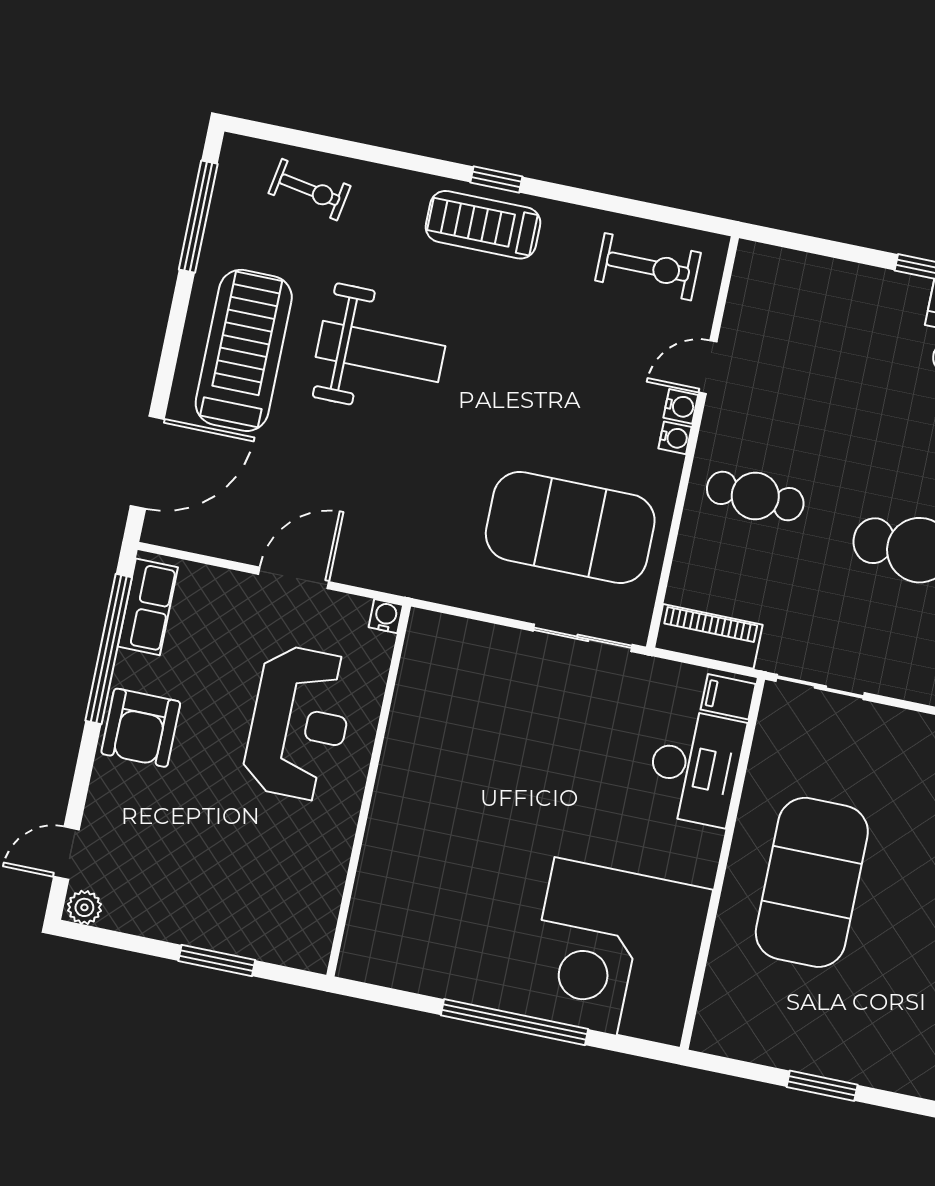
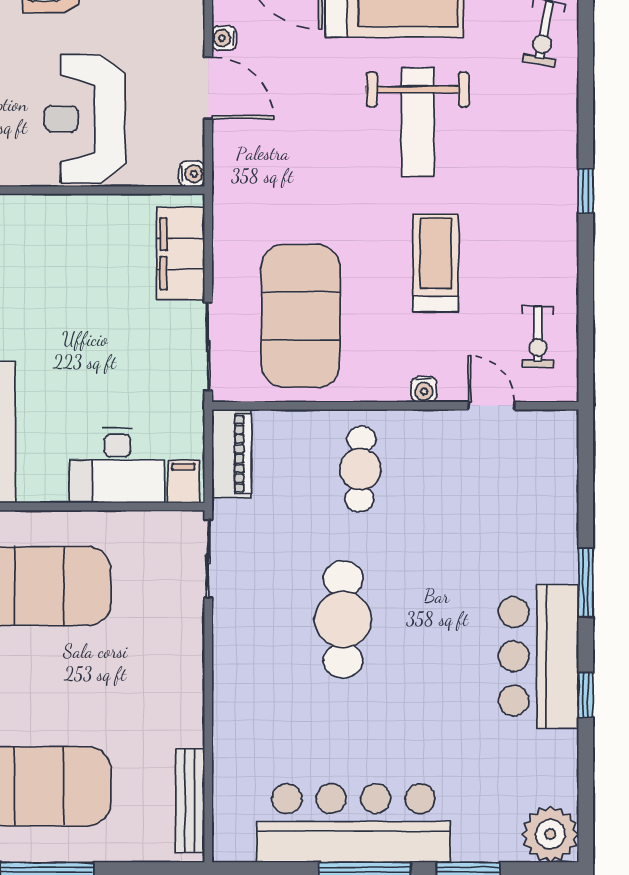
treadmill: (483, 225) -> (436, 263), moved
exercise bike: (648, 267) -> (538, 336), width x0.73, depth x0.72
door: (708, 367) -> (491, 406), moved
water cooler: (675, 438) -> (224, 38), moved, turned 90
filing cabinet: (472, 647) -> (181, 254), added
reception desk: (299, 723) -> (85, 119), turned 90

